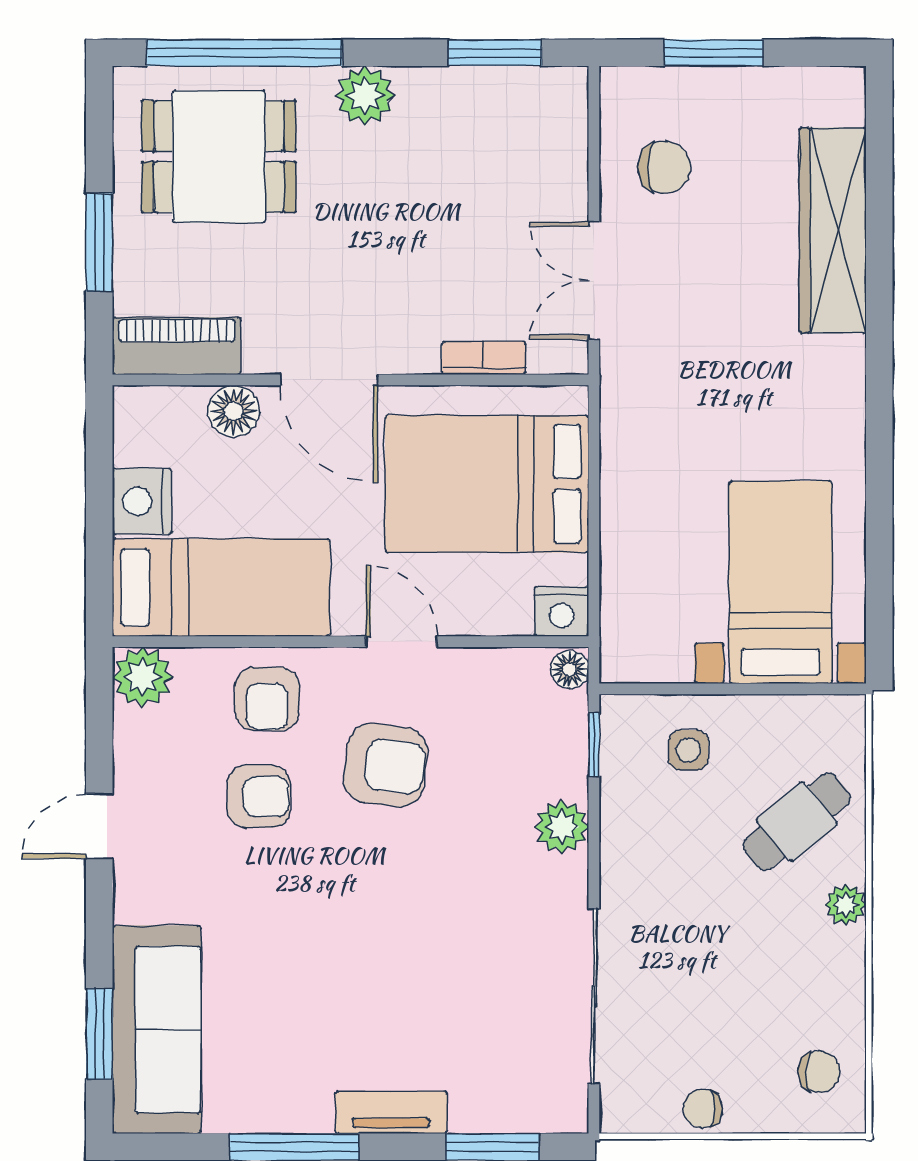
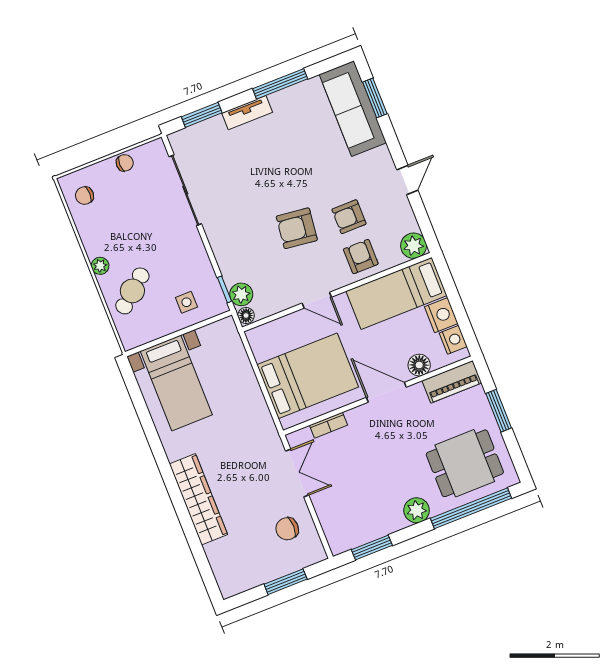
wardrobe: (833, 230) -> (198, 499), moved
nightstand: (562, 611) -> (453, 340), moved, turned 90
armchair: (386, 765) -> (297, 228), moved
plant: (562, 827) -> (241, 294), moved

